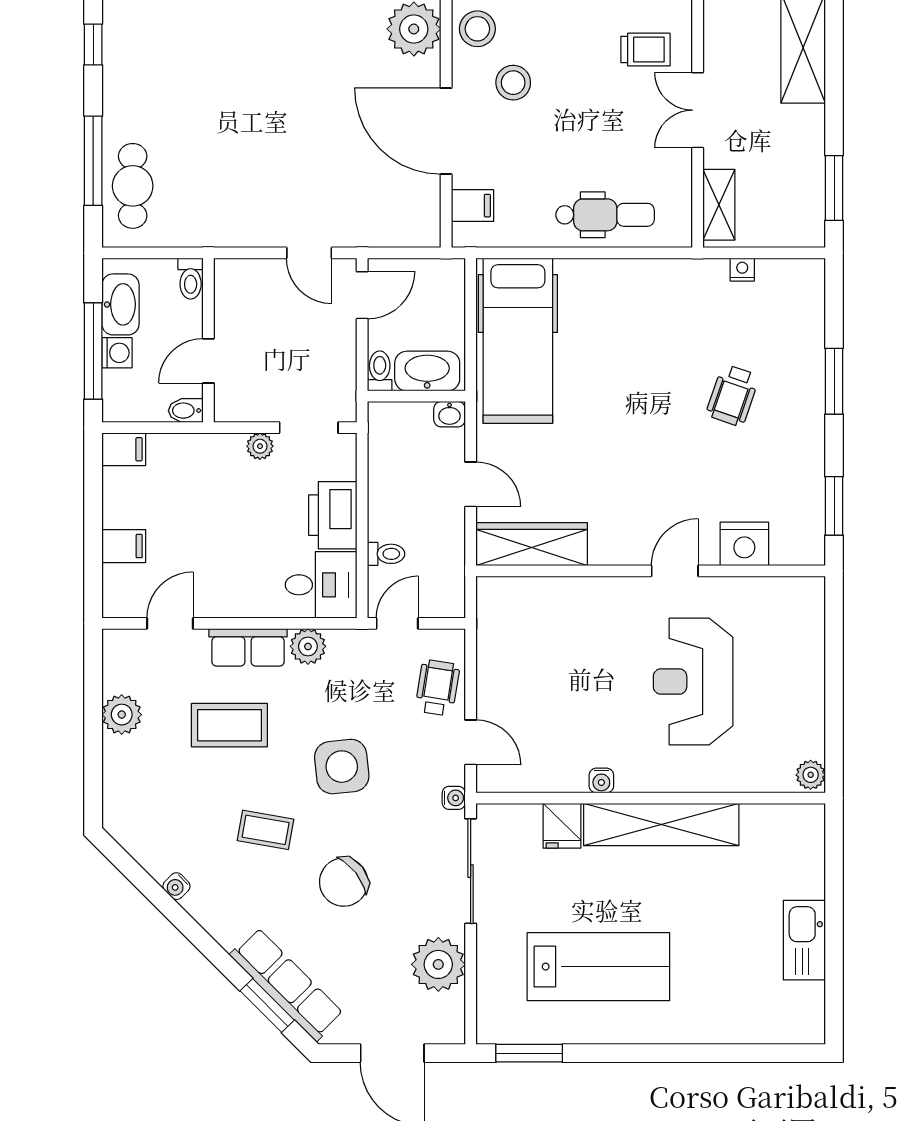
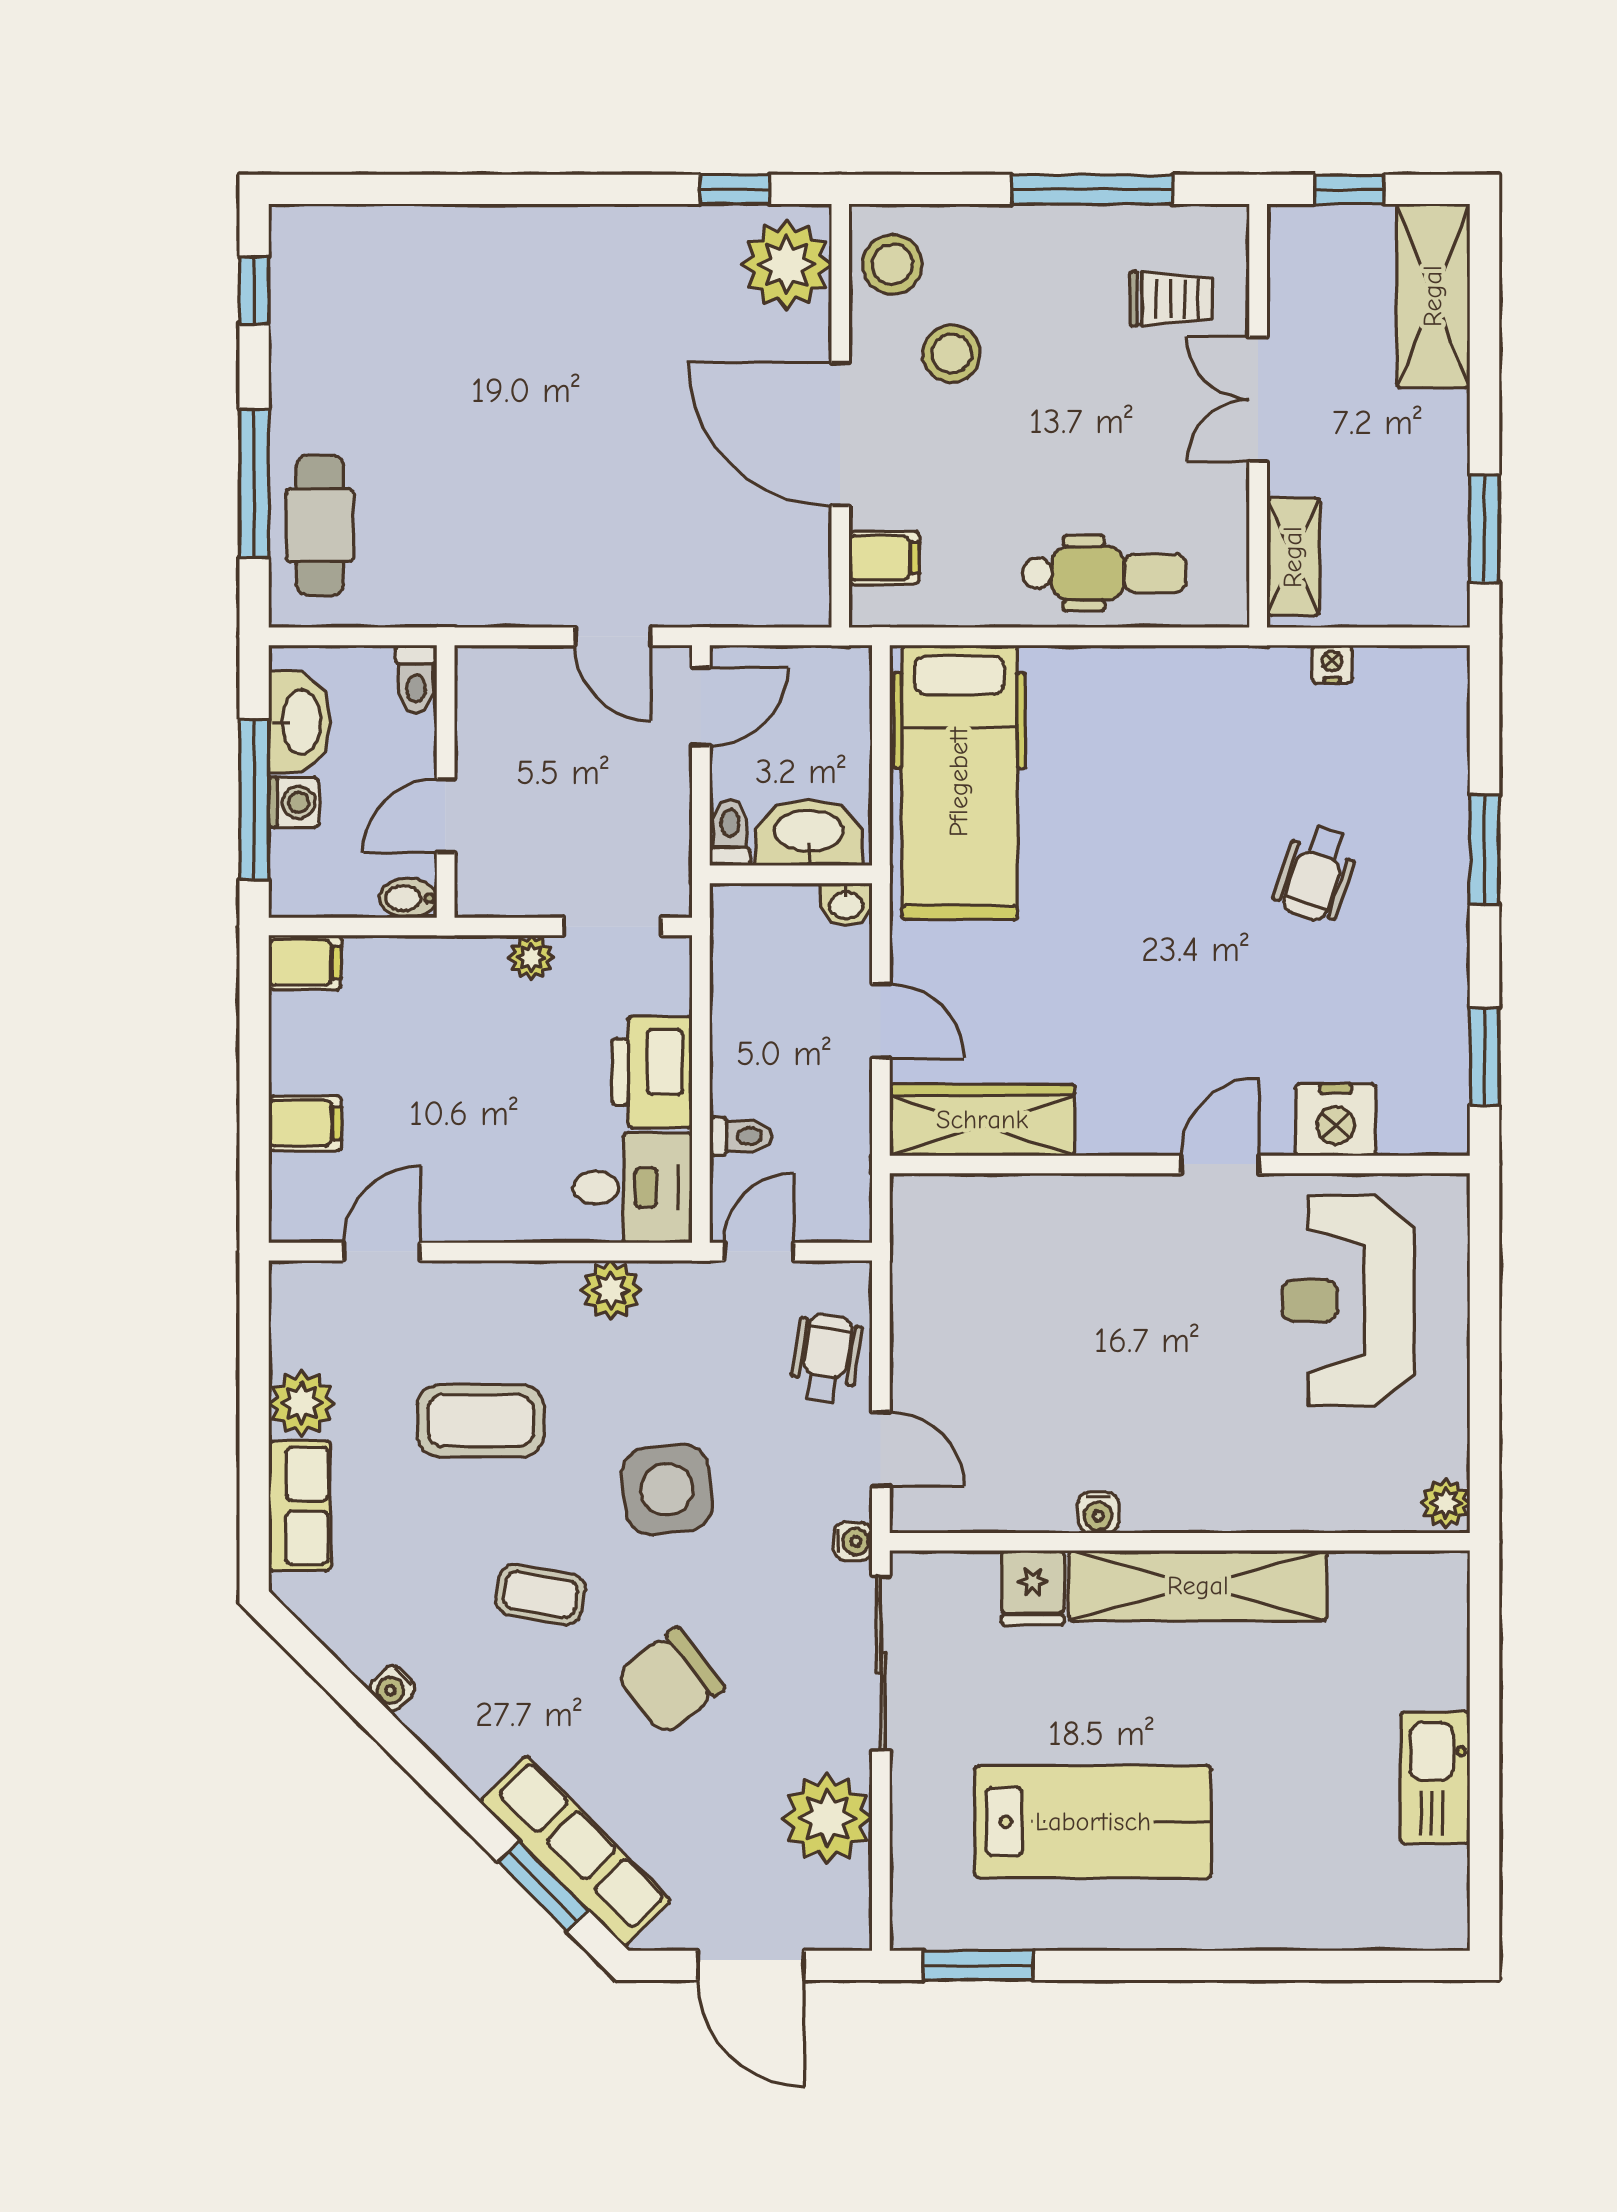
row of seats: (248, 647) -> (300, 1506), moved, turned -90
reception desk: (693, 682) -> (1348, 1301), moved

